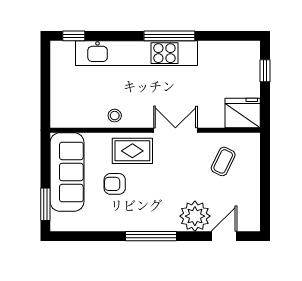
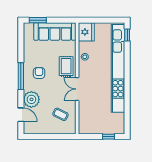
window: (169, 36) -> (127, 86), removed
kitchen unit: (136, 53) -> (118, 68), width x1.36
fridge: (243, 113) -> (86, 32), moved
double door: (175, 130) -> (77, 89), swing flipped
armchair: (115, 184) -> (39, 73), moved

